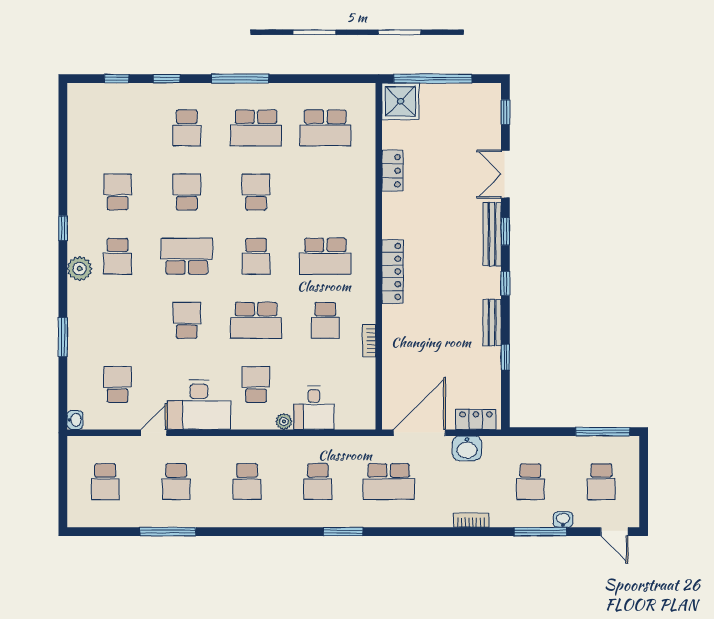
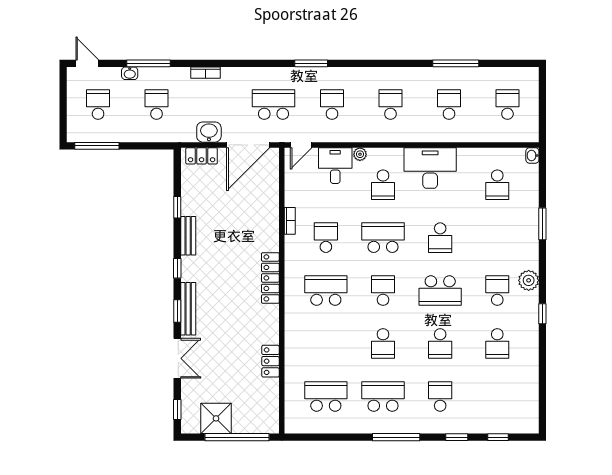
shower: (400, 101) -> (216, 418), moved
door: (154, 433) -> (301, 145), moved

